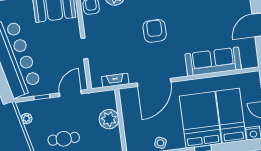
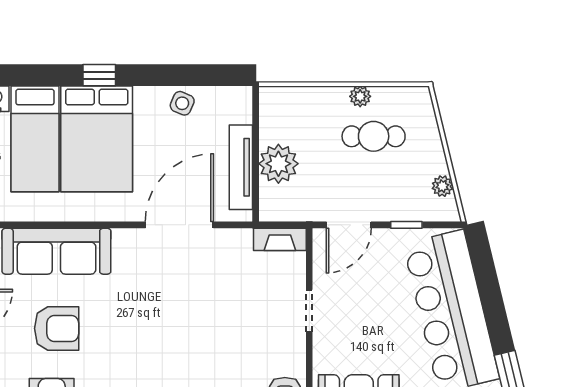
armchair: (155, 31) -> (57, 328), moved, turned -90
fireplace: (115, 80) -> (280, 239), moved
tv unit: (127, 115) -> (241, 167), added

